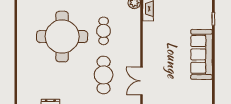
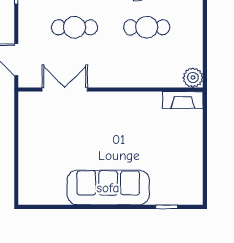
cafe table: (104, 75) -> (74, 27), width x0.73, depth x0.74

